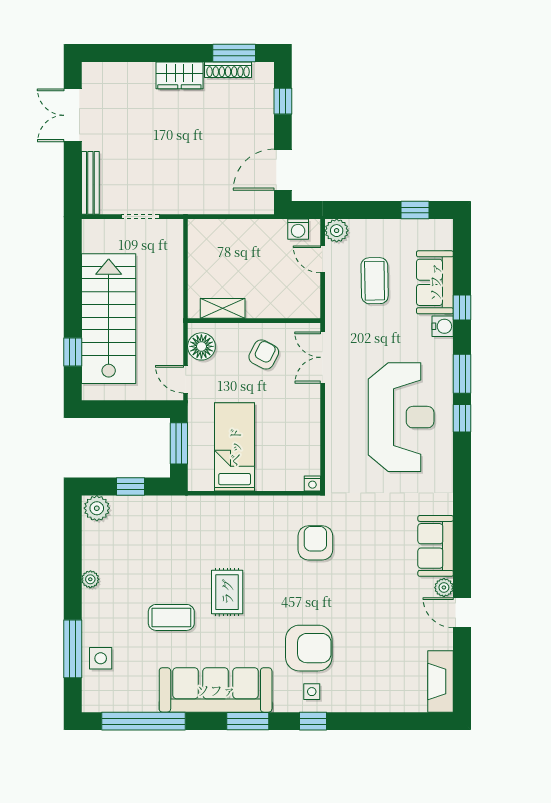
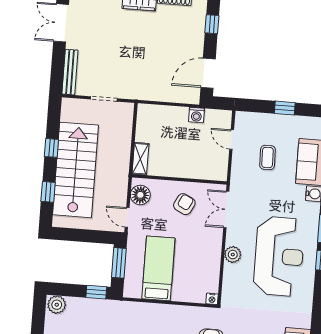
window: (415, 210) -> (285, 108), moved
washing machine: (298, 229) -> (196, 115), moved
plant: (337, 231) -> (233, 255), moved
coffee table: (375, 281) -> (267, 157), width x0.73, depth x0.77
window: (73, 290) -> (51, 148), added
shelving: (223, 308) -> (140, 159), moved, turned 90
window: (131, 487) -> (96, 292), moved

